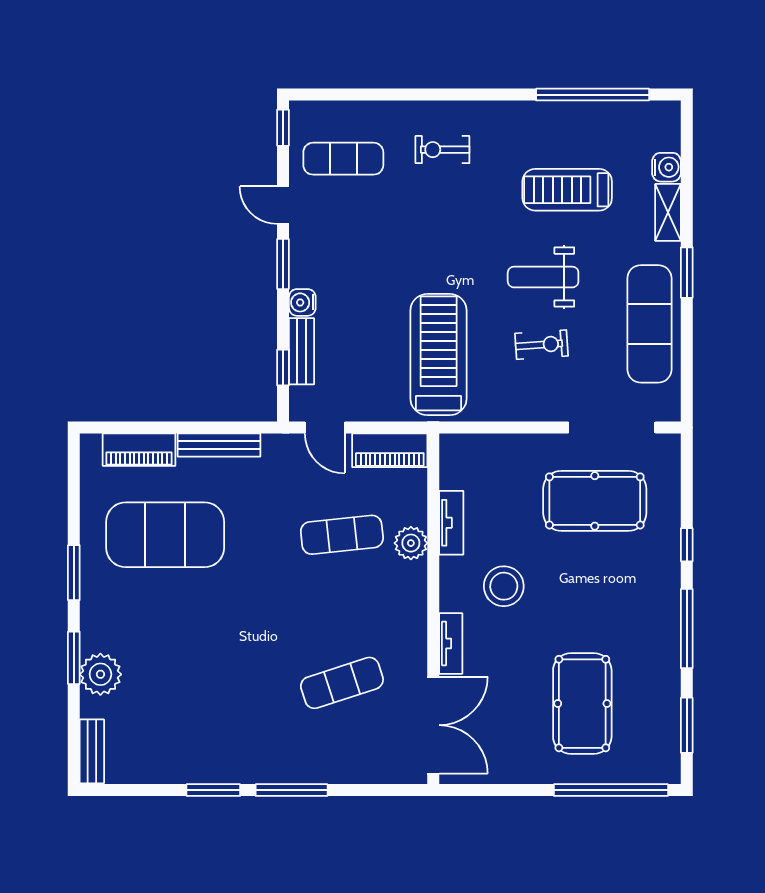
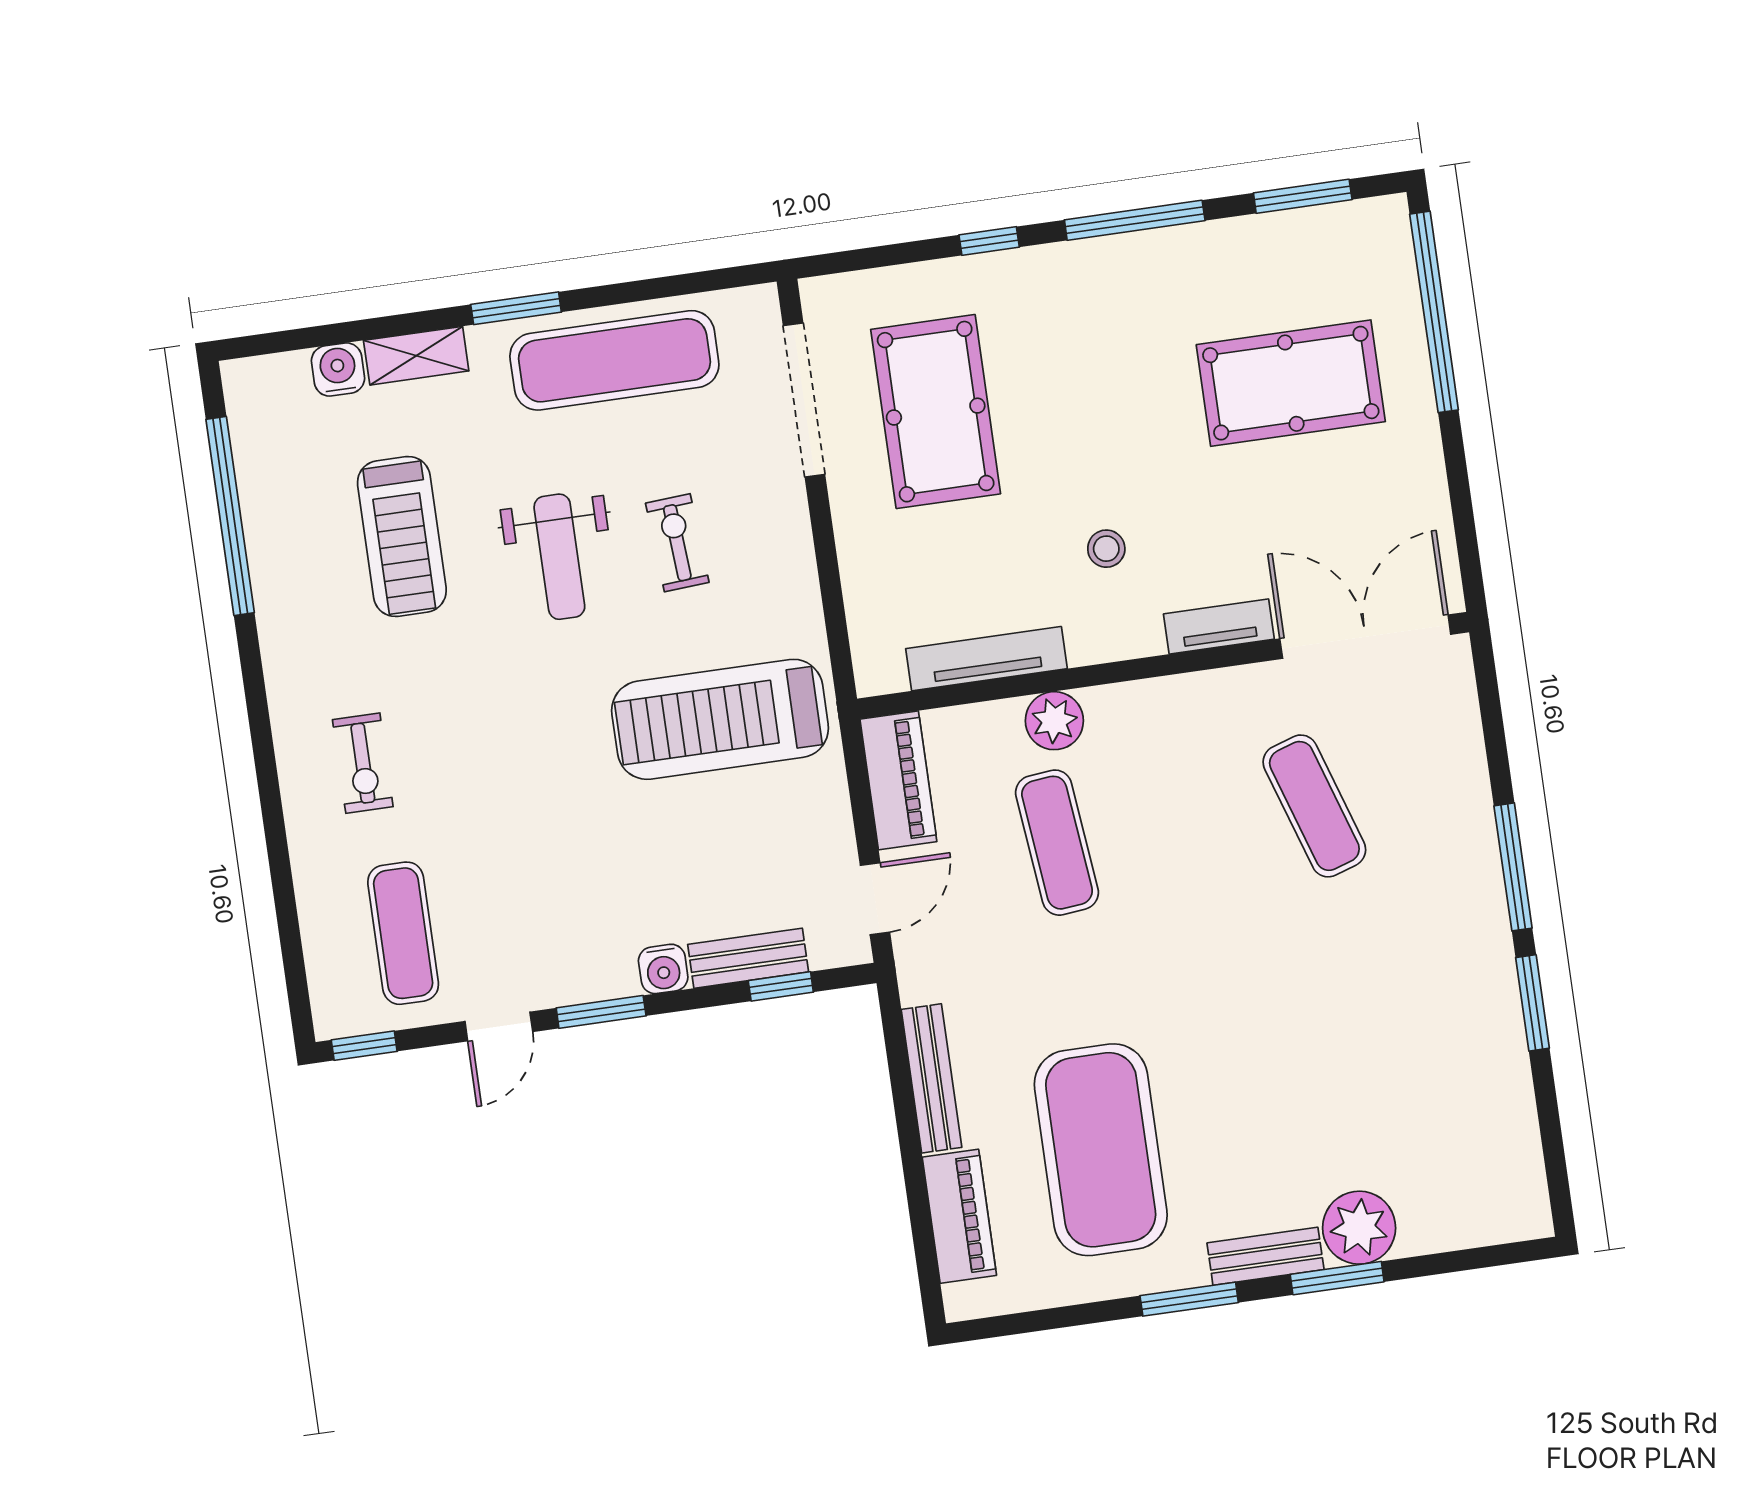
tv unit: (451, 523) -> (986, 659), width x1.41
stool: (504, 586) -> (1106, 549), width x0.53, depth x0.53
bench: (92, 751) -> (1265, 1256), moved

